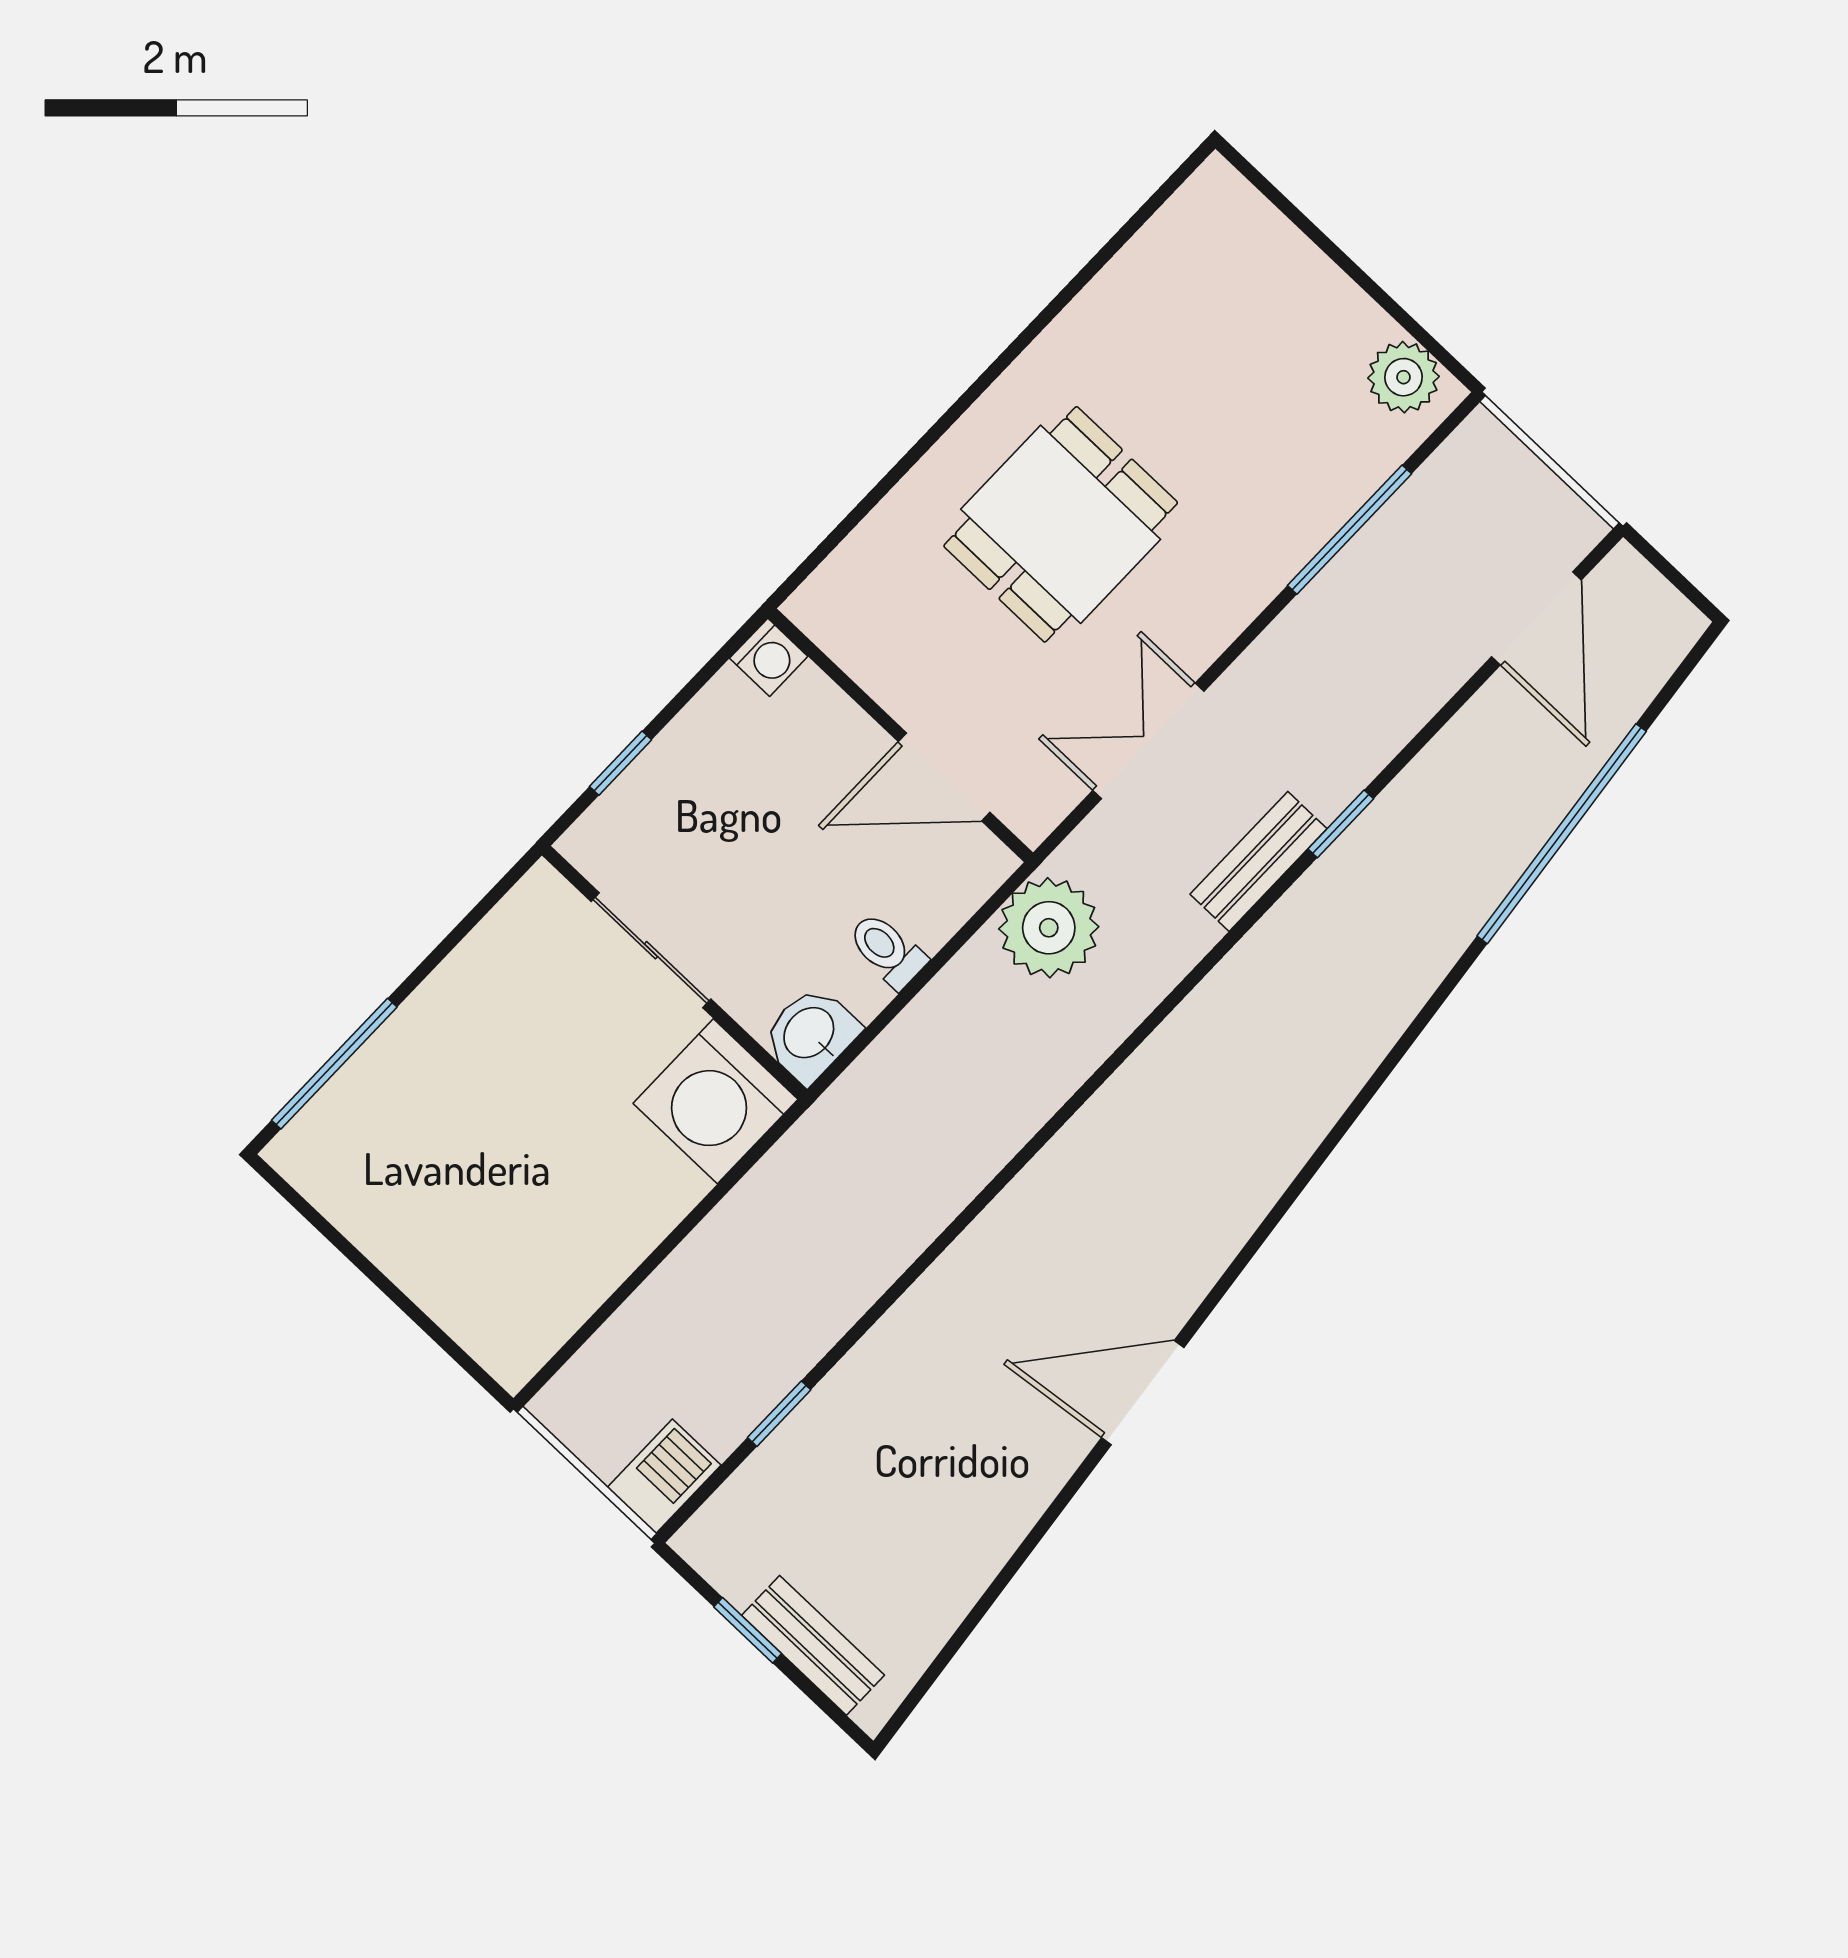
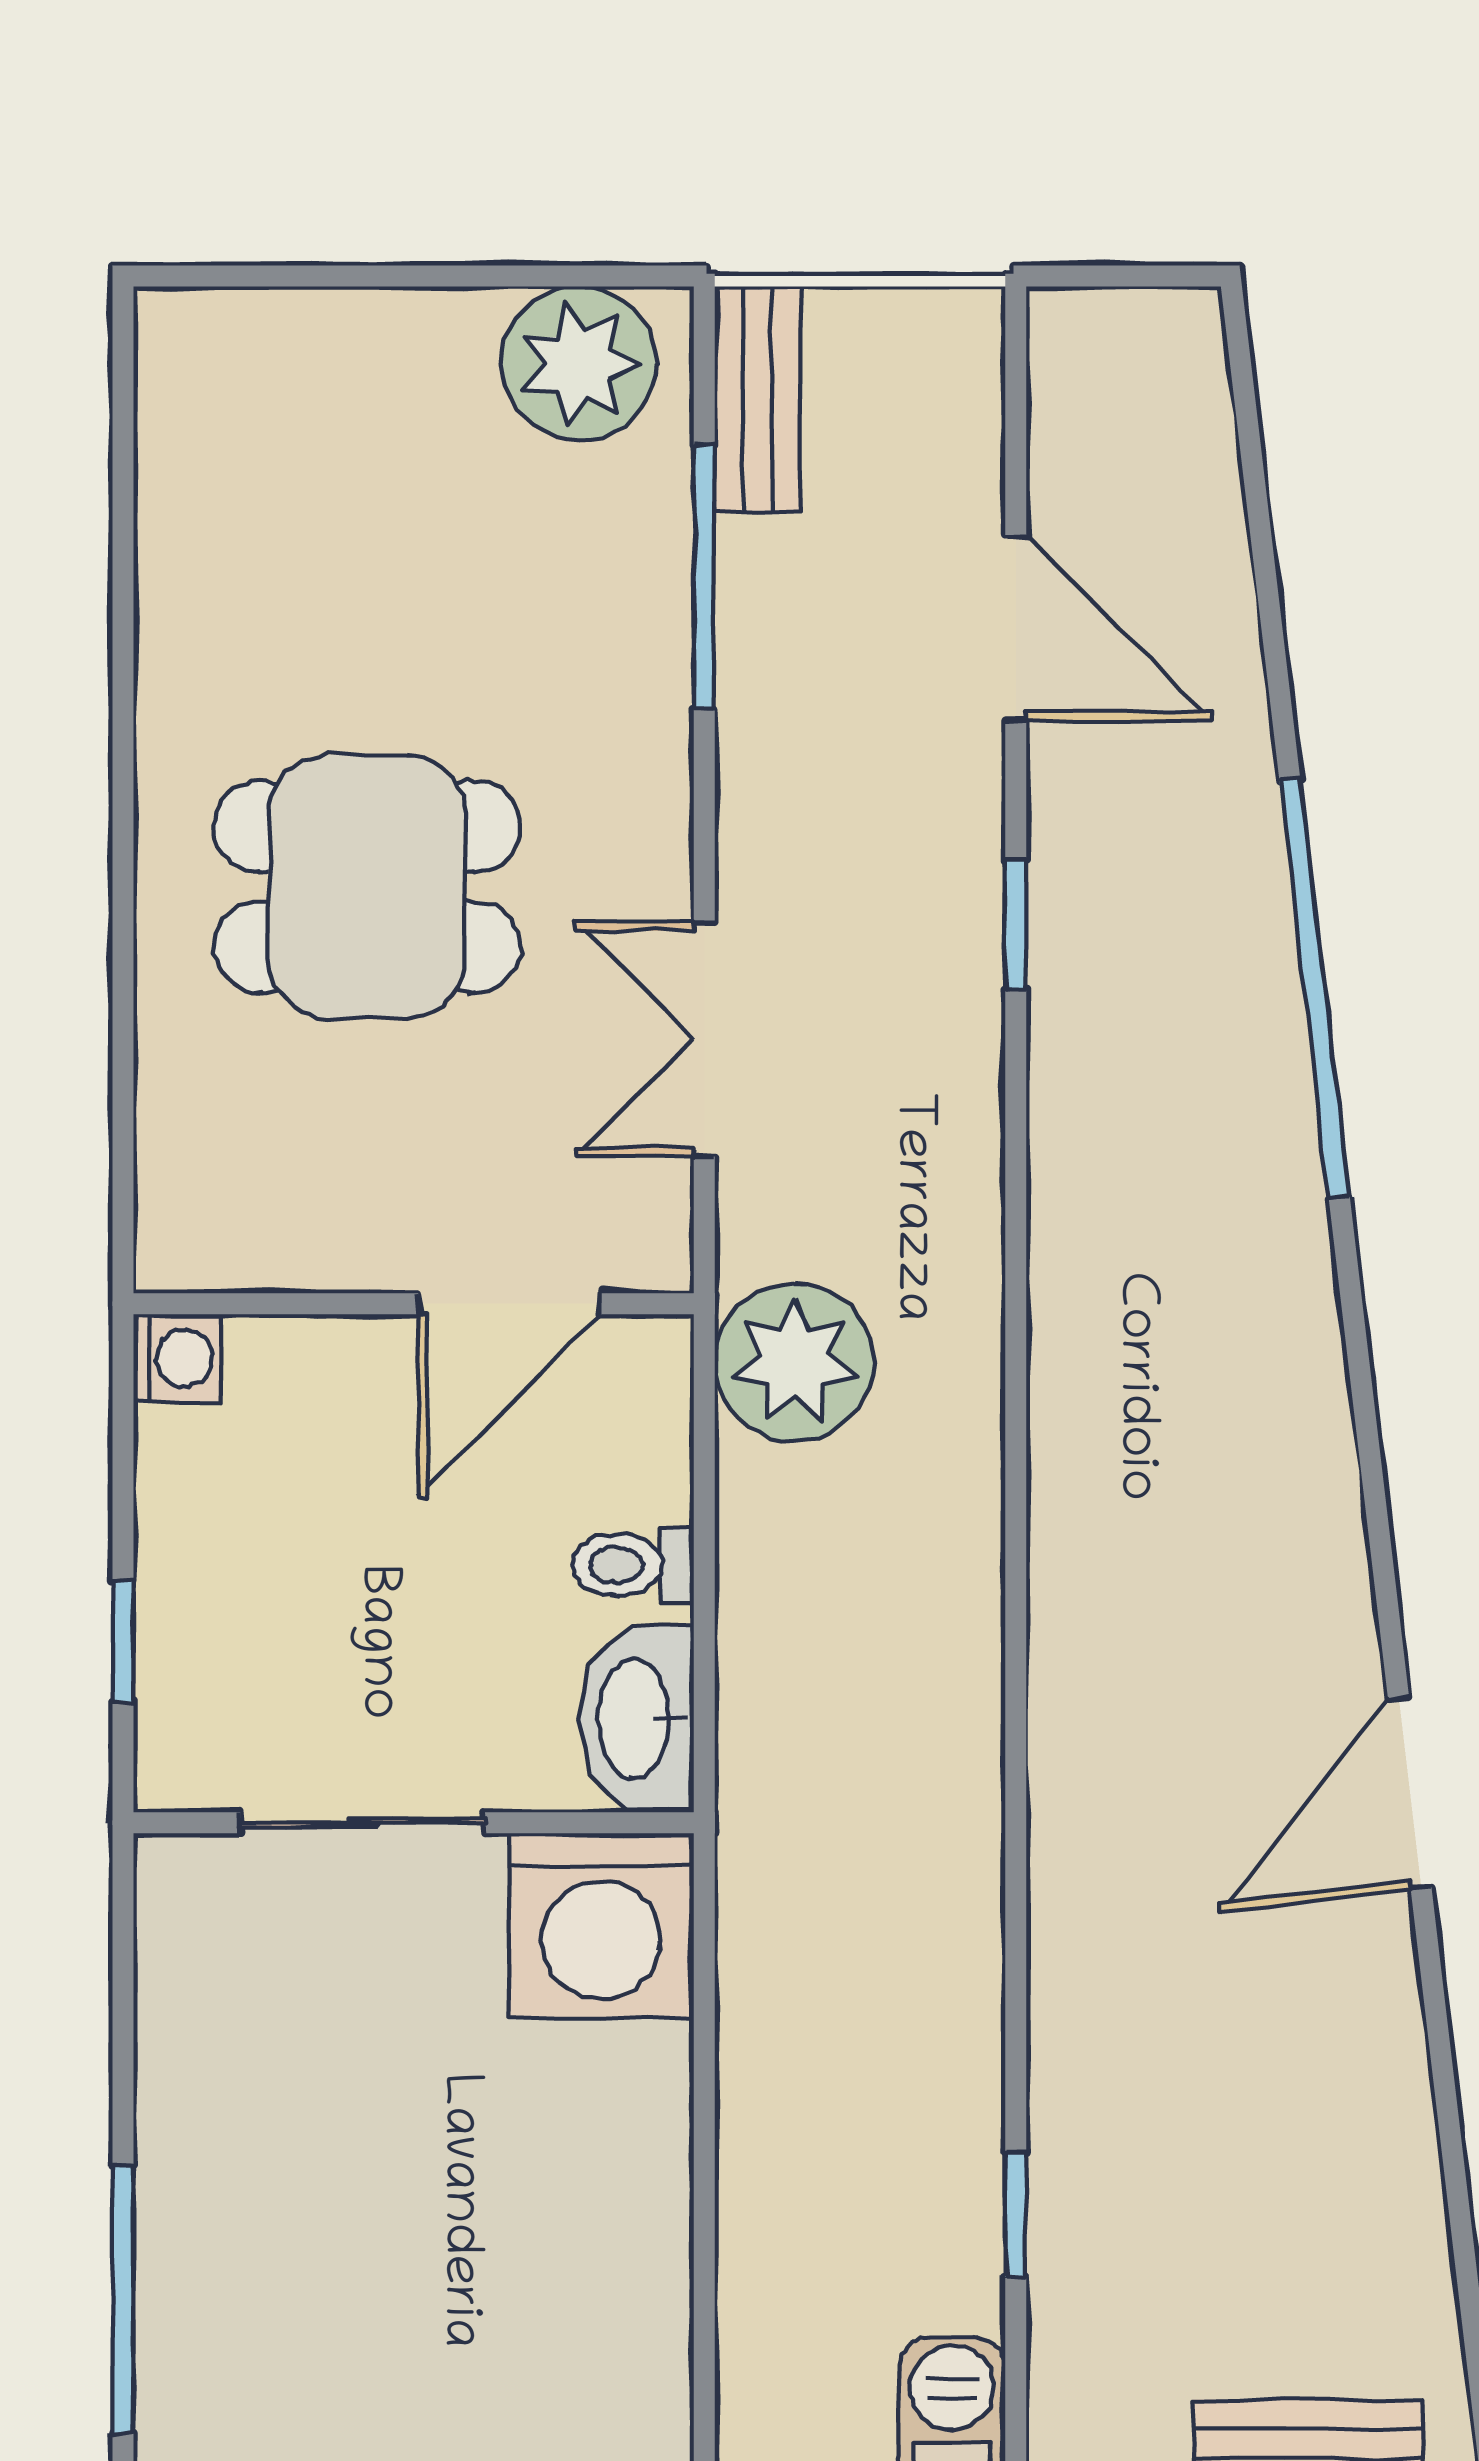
plant: (1404, 377) -> (579, 364), width x1.36, depth x1.36
dining table: (1061, 524) -> (367, 887), turned 90
door: (1536, 618) -> (1016, 628), moved
window: (1562, 834) -> (1315, 989), moved
bench: (1259, 861) -> (758, 399), moved
washbasin: (810, 1034) -> (637, 1719), width x1.38

